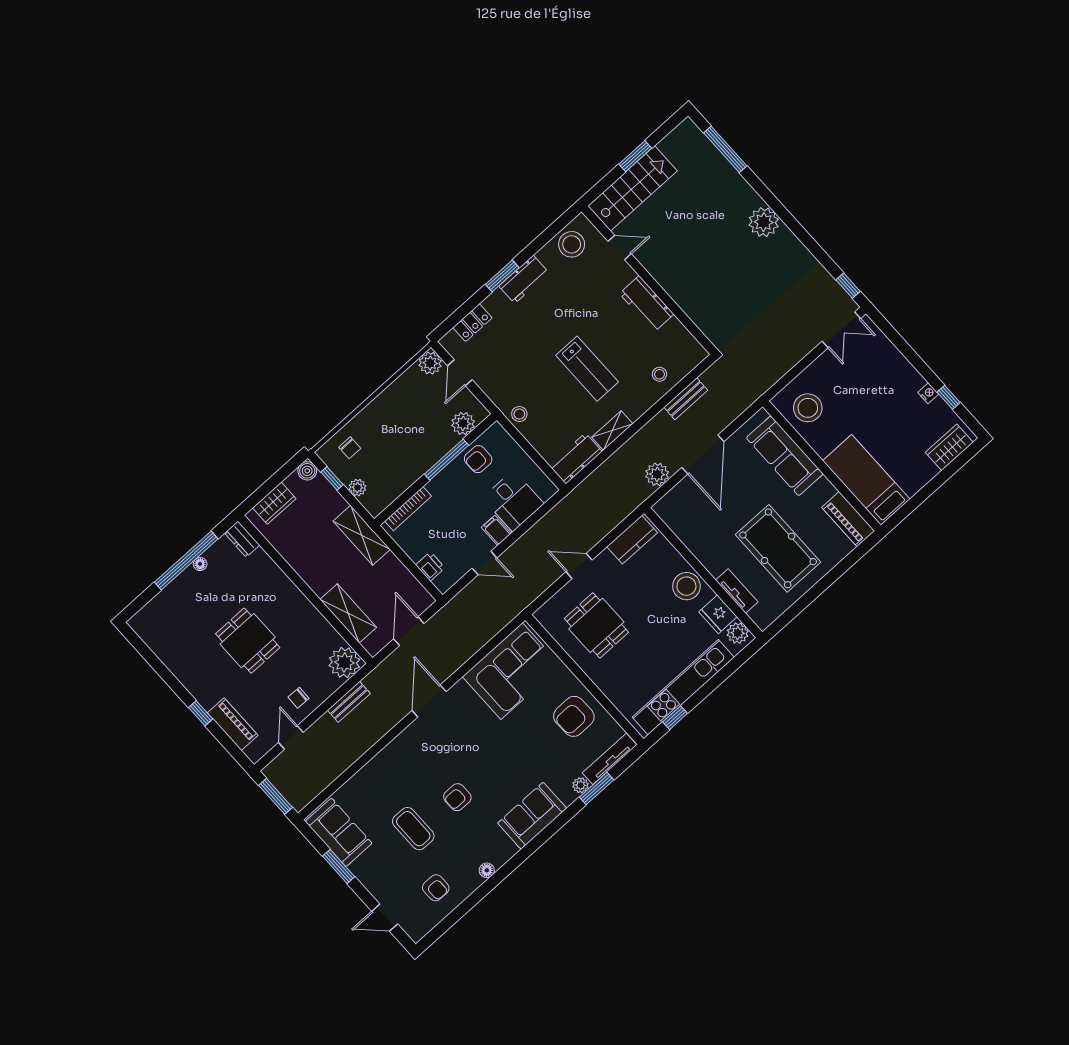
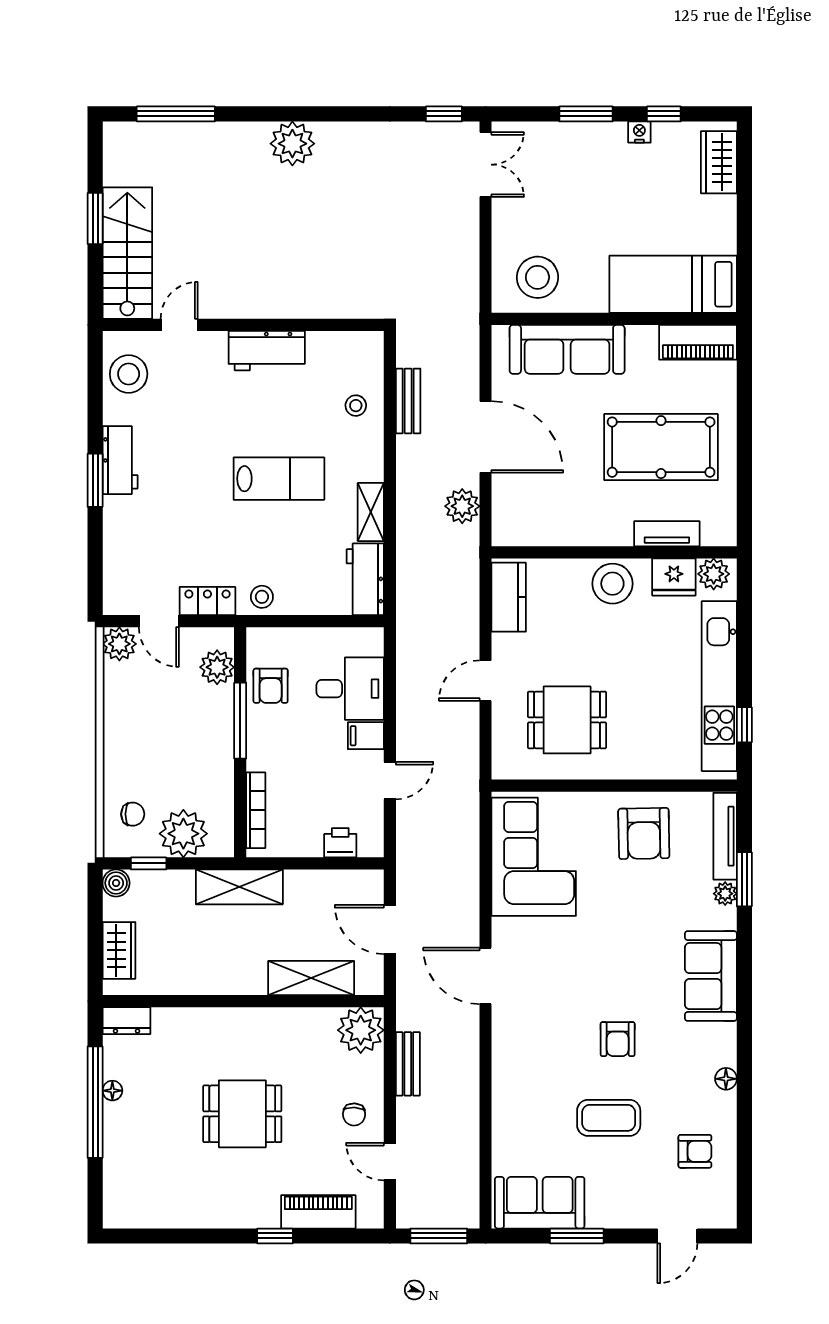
locker: (472, 323) -> (207, 601), moved, turned -90
window: (913, 358) -> (586, 114), added
plant: (357, 488) -> (183, 834), width x1.87, depth x1.87

